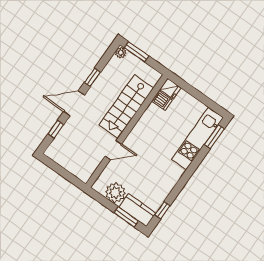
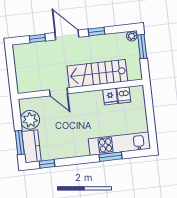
fridge: (170, 89) -> (110, 97), moved
window: (214, 137) -> (111, 157), moved

